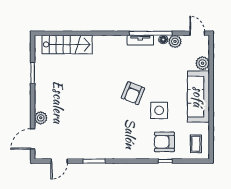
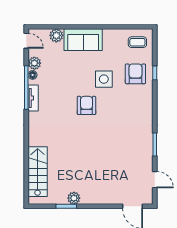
door: (197, 33) -> (26, 41), swing flipped
armchair: (133, 93) -> (86, 105), turned -112
sofa: (198, 97) -> (83, 40), width x0.73
plant: (41, 118) -> (74, 198), moved
armchair: (164, 142) -> (135, 74), turned 180

